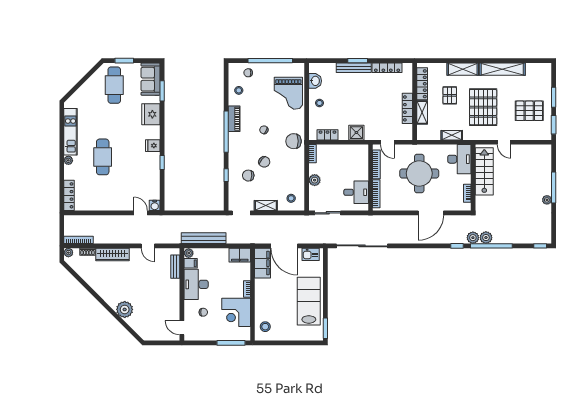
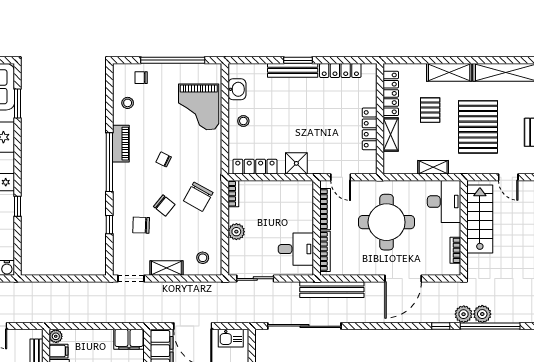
locker: (328, 135) -> (255, 167), width x1.53
chair: (294, 141) -> (198, 197), moved, turned -61
bench: (204, 238) -> (332, 290), moved

